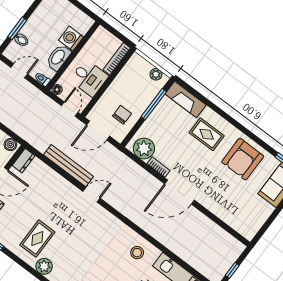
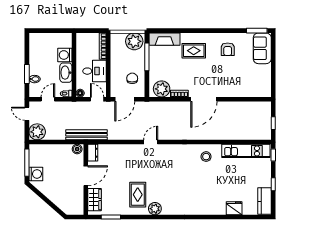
plant: (156, 74) -> (134, 41), width x1.88, depth x1.88
armchair: (243, 159) -> (228, 49), width x0.53, depth x0.53
bench: (69, 166) -> (86, 135), moved

